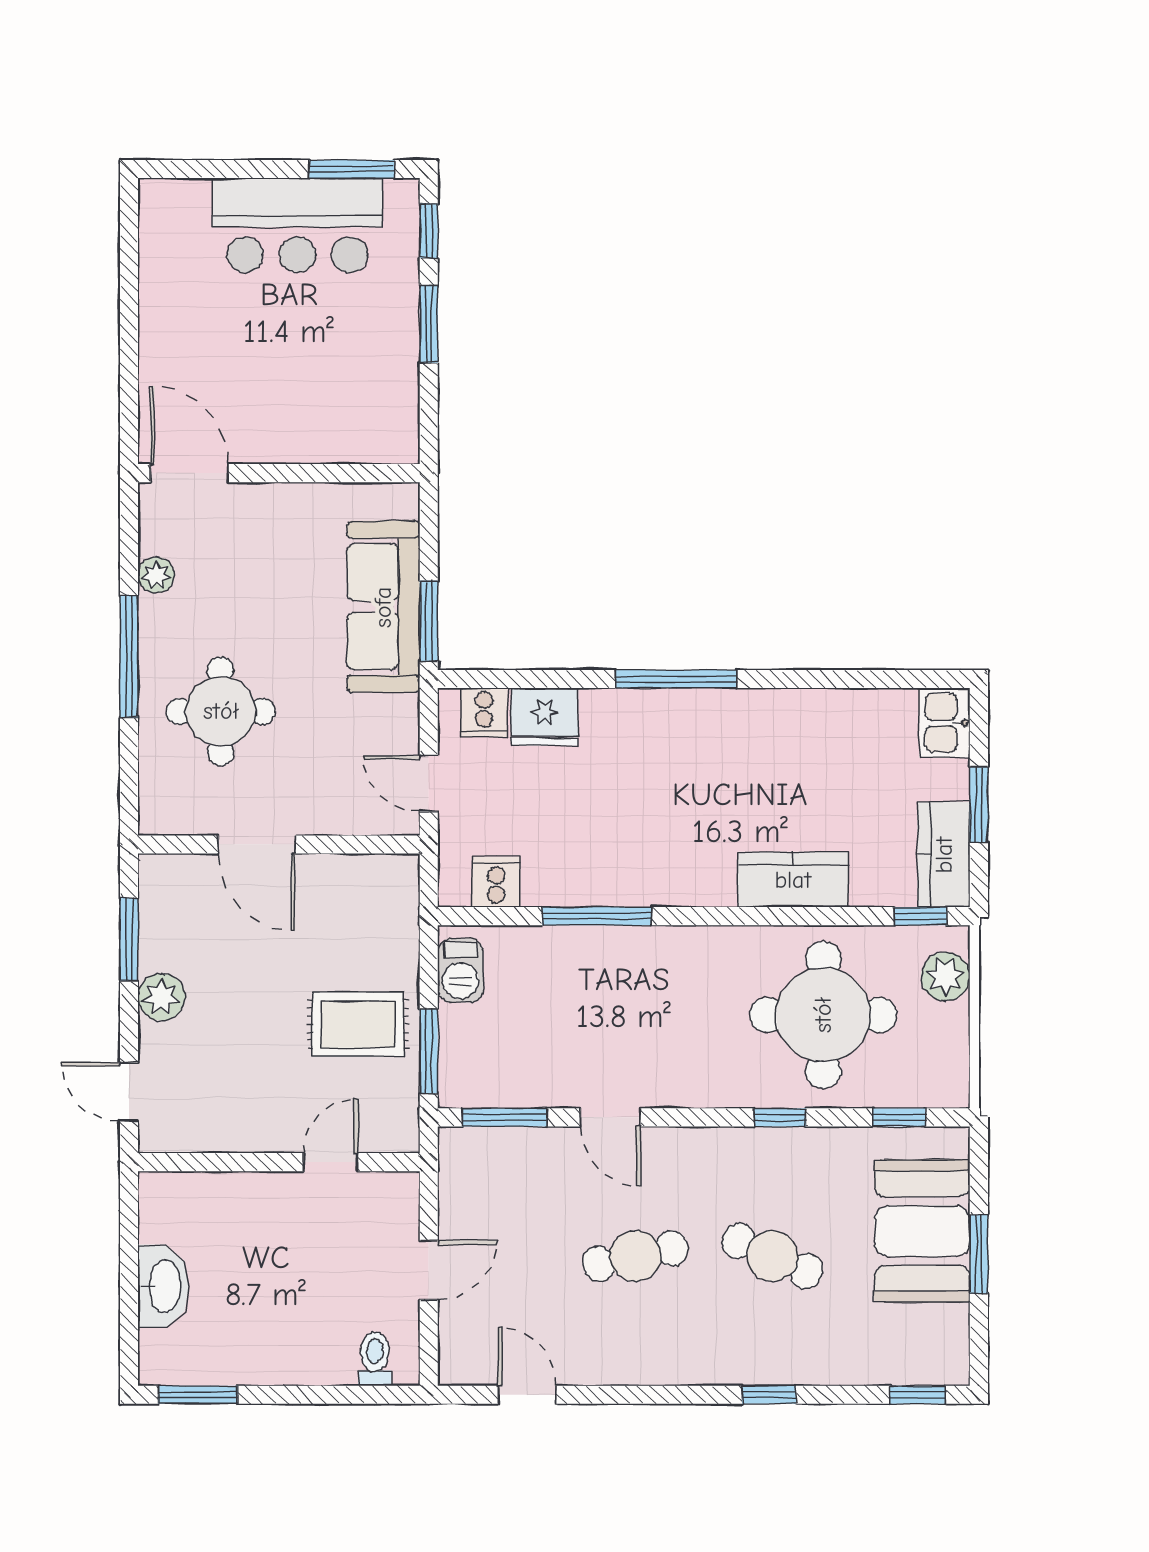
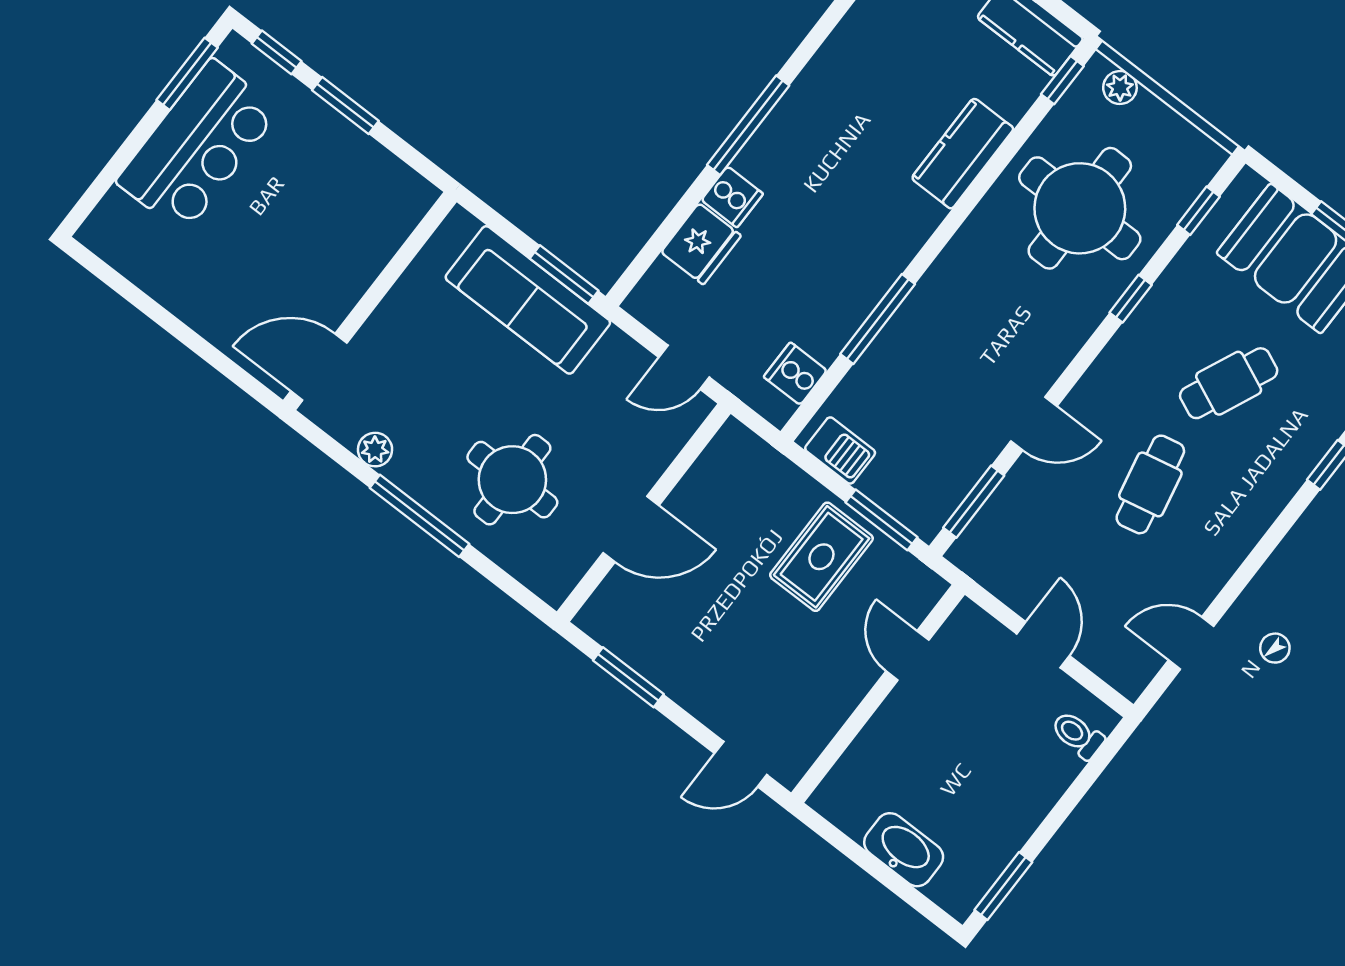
cooker: (484, 712) -> (732, 197), moved
plant: (945, 976) -> (1120, 87), width x0.73, depth x0.73
plant: (161, 997) -> (689, 686), removed

